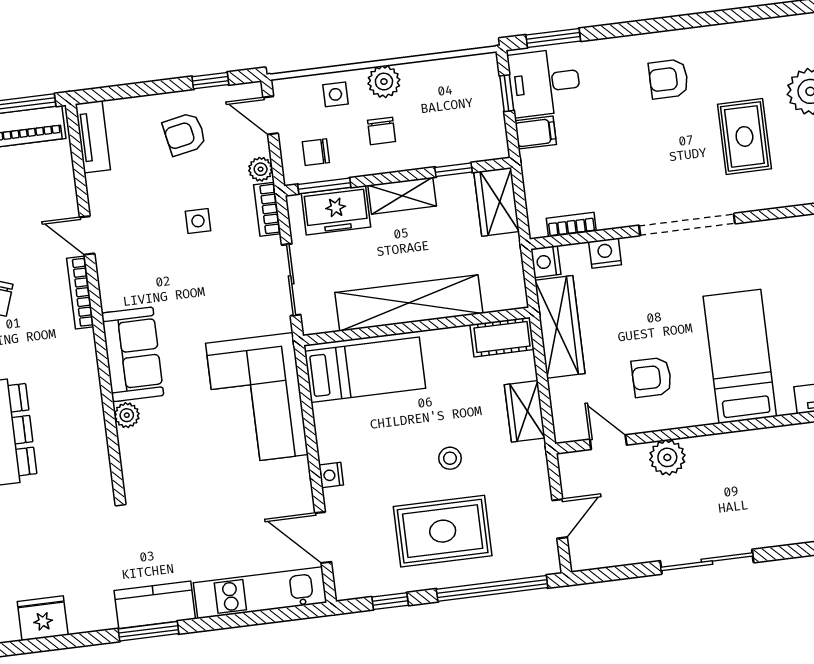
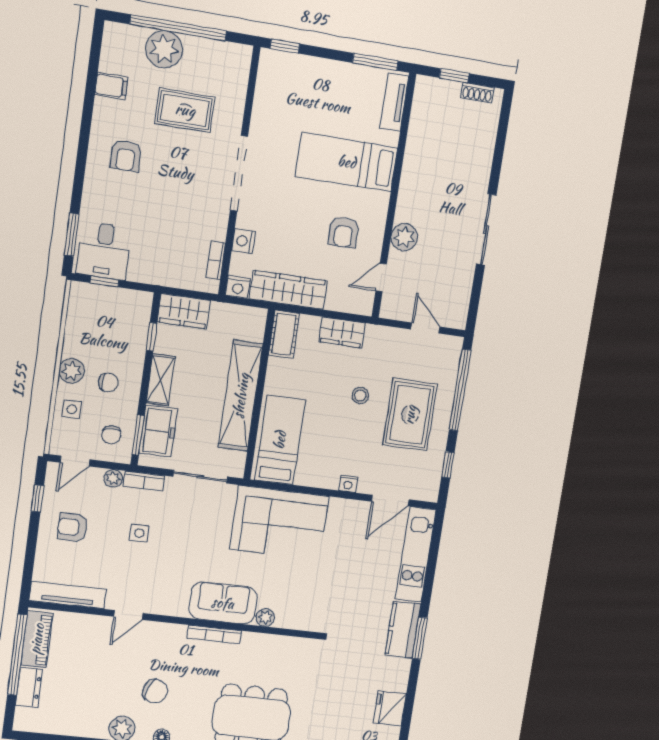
filing cabinet: (536, 133) -> (111, 86), moved, turned 90
armchair: (184, 134) -> (72, 527), turned 101
tv unit: (93, 137) -> (68, 595), width x1.41
bookcase: (80, 292) -> (214, 634), moved

